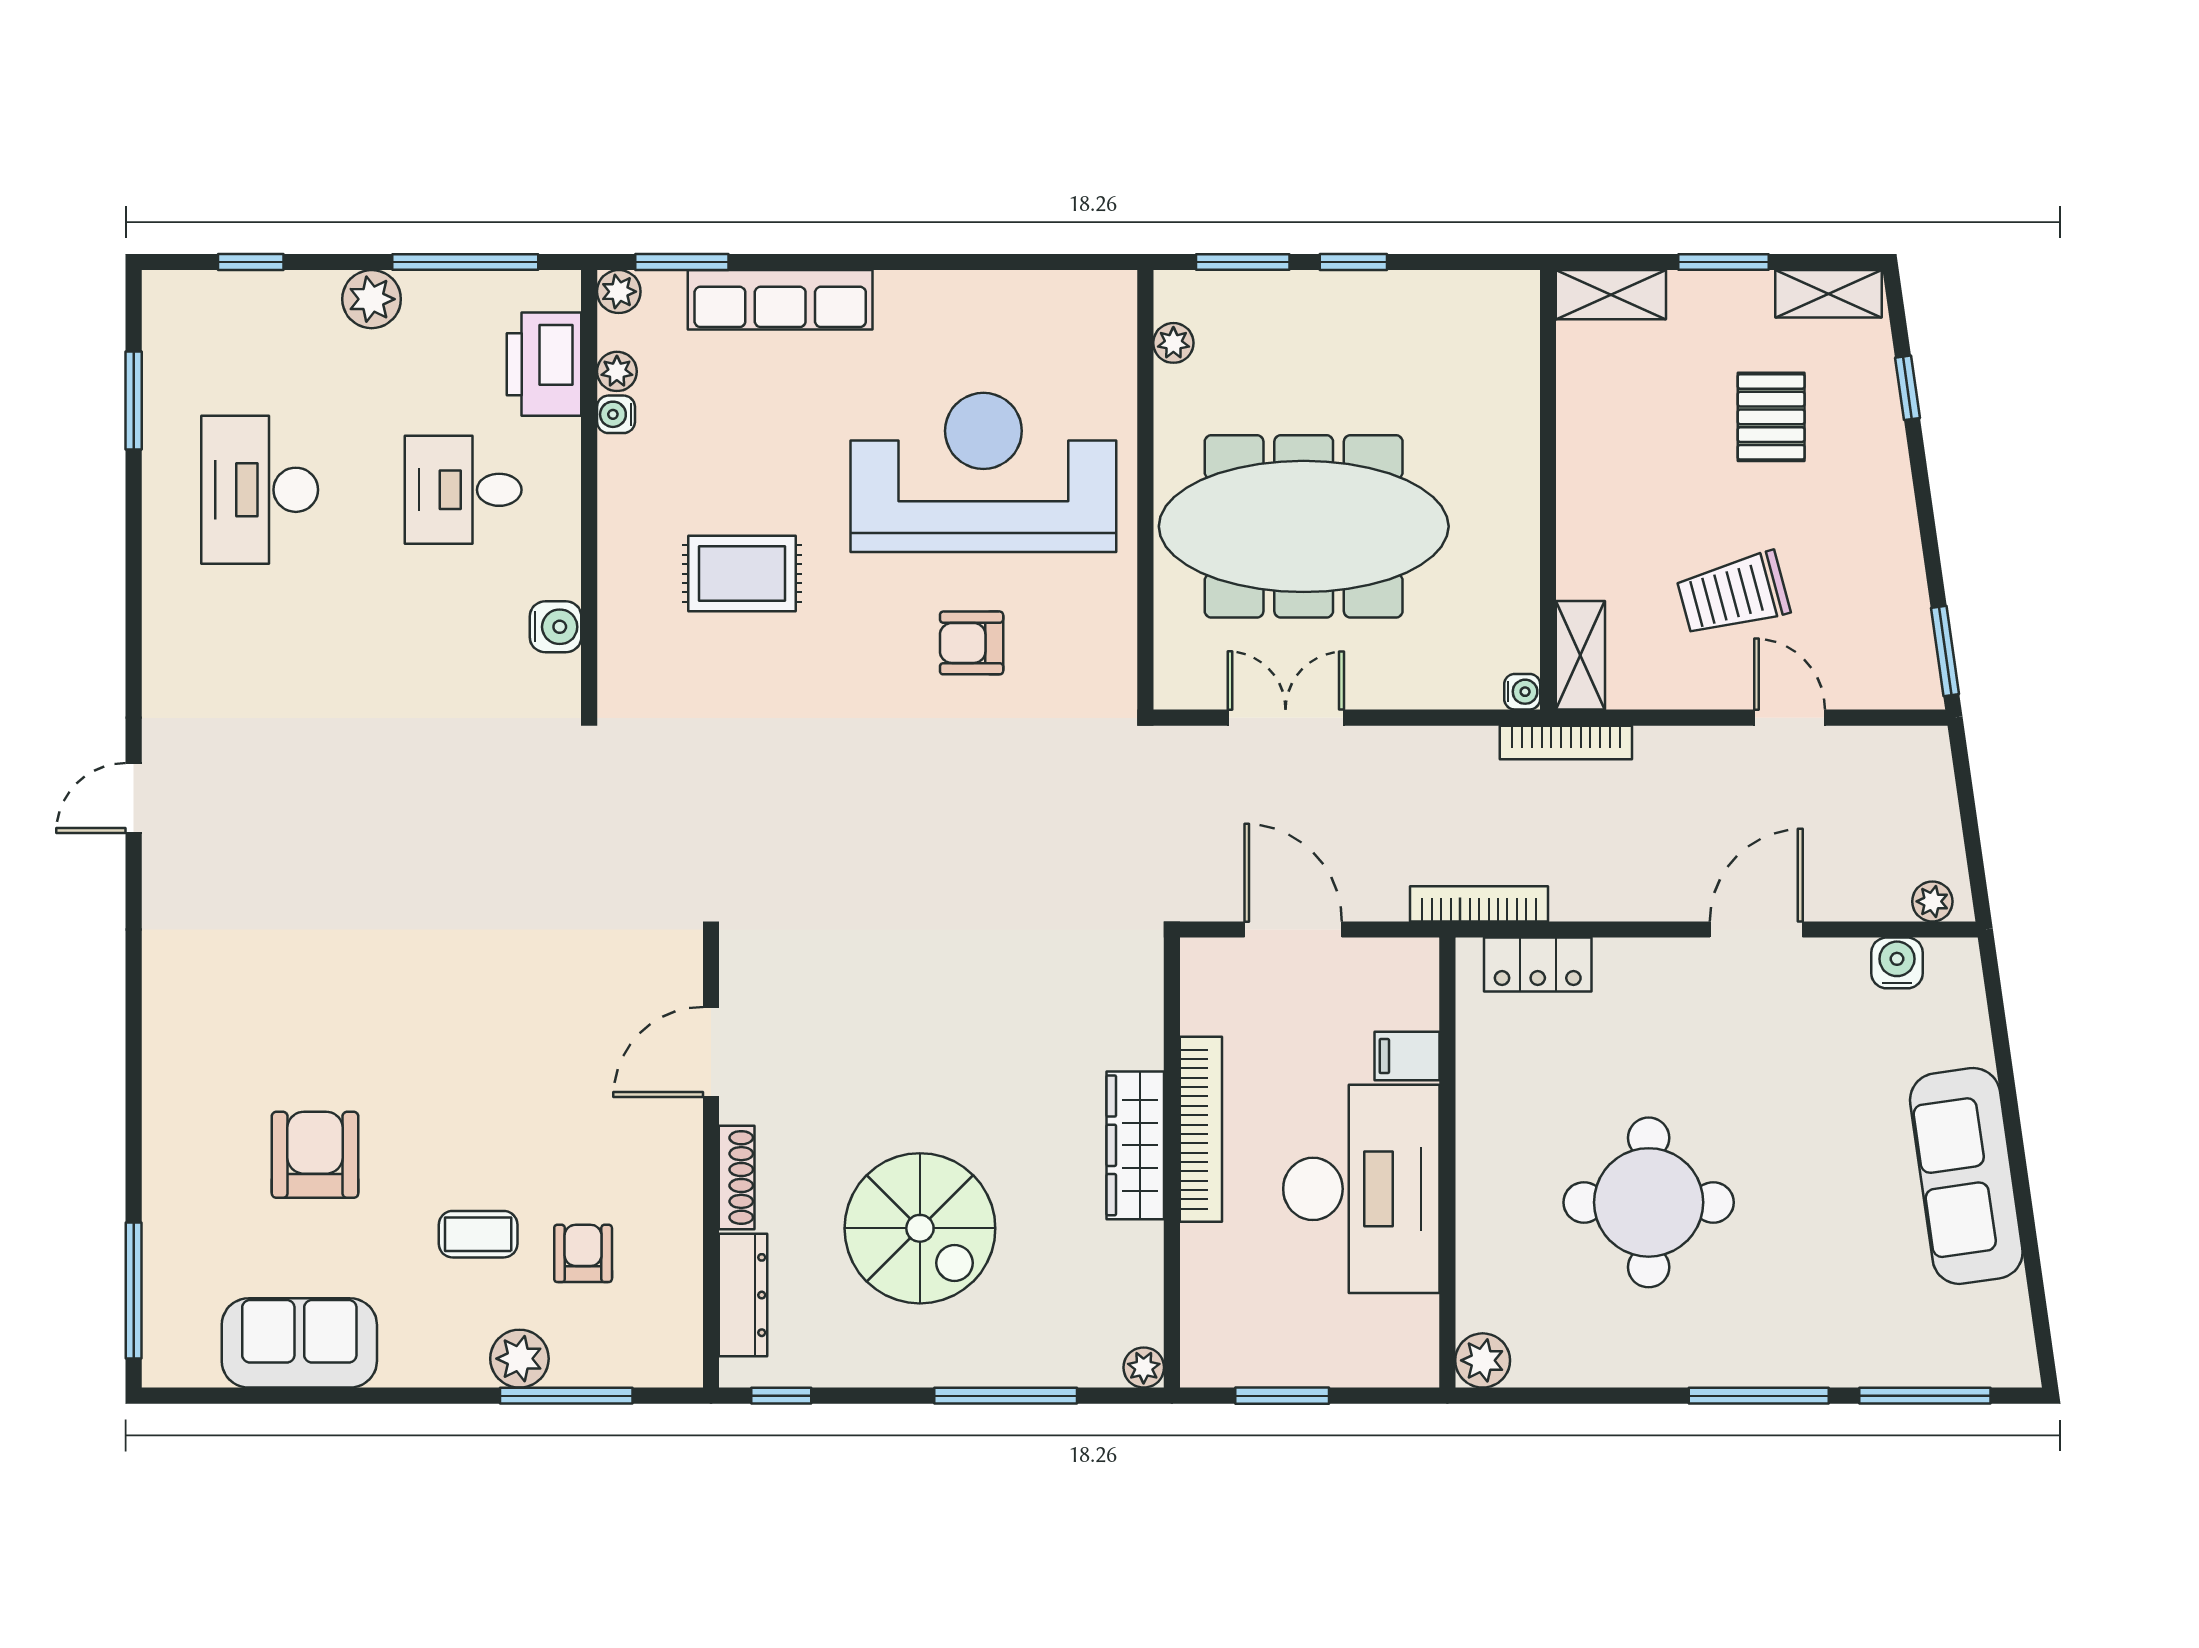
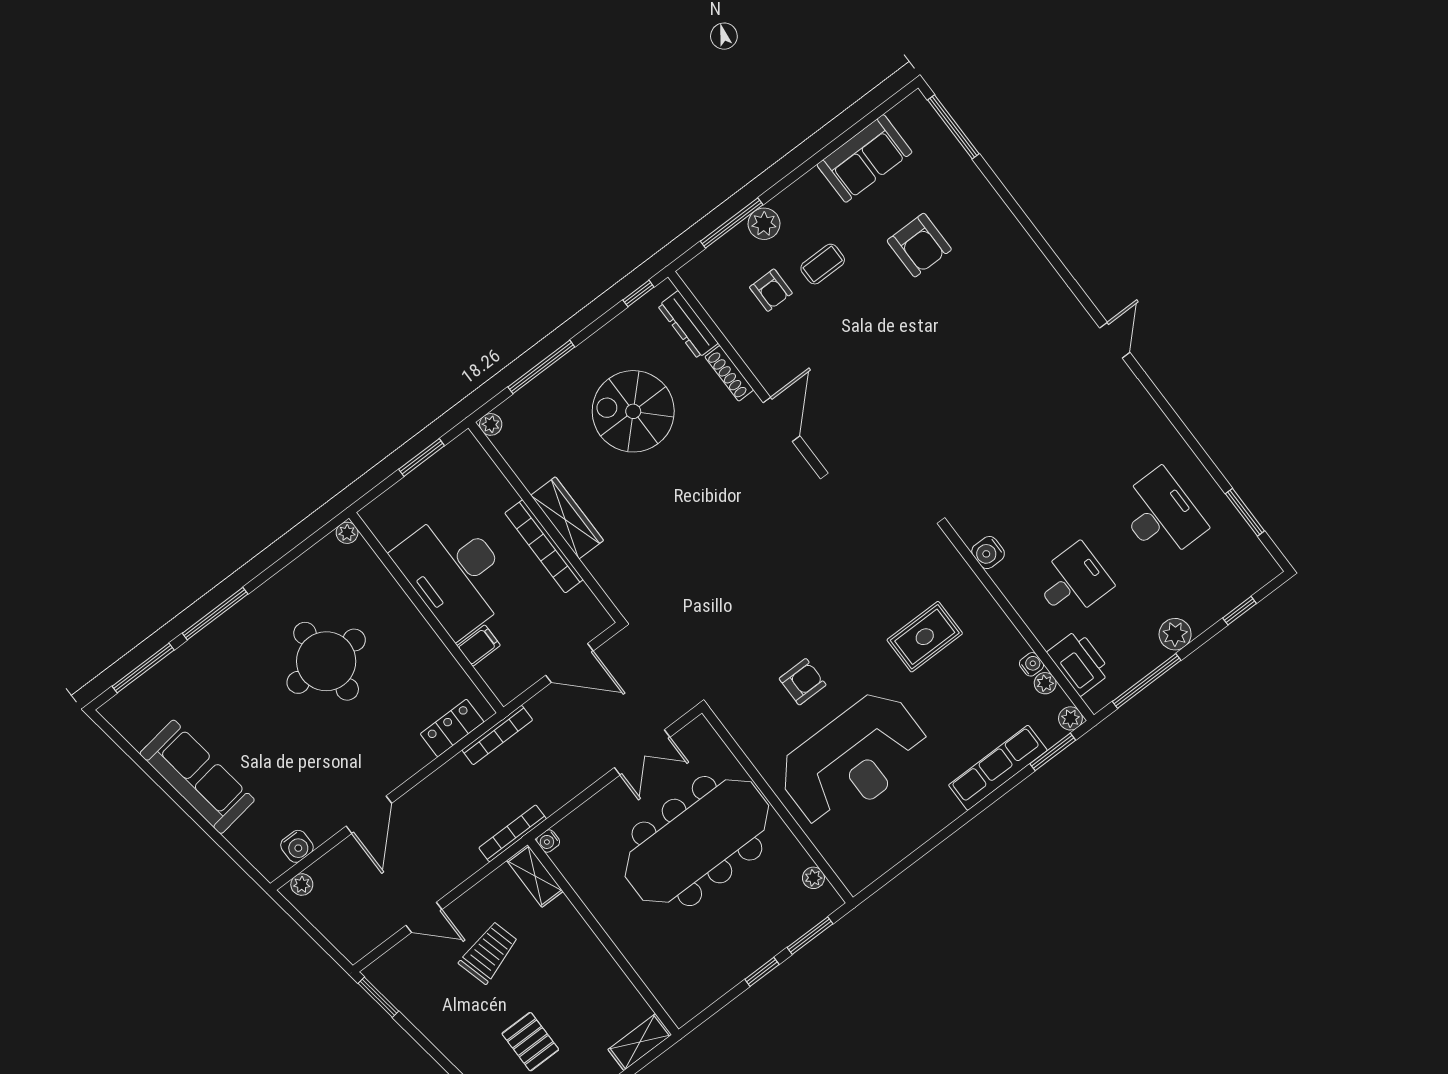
plant: (1483, 1360) -> (347, 533), width x0.73, depth x0.73

